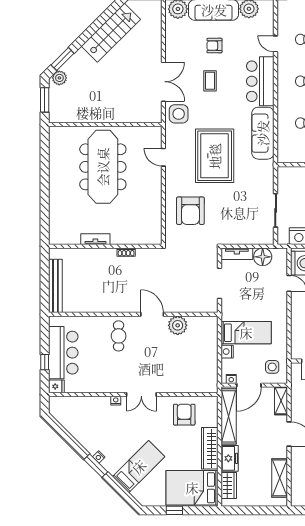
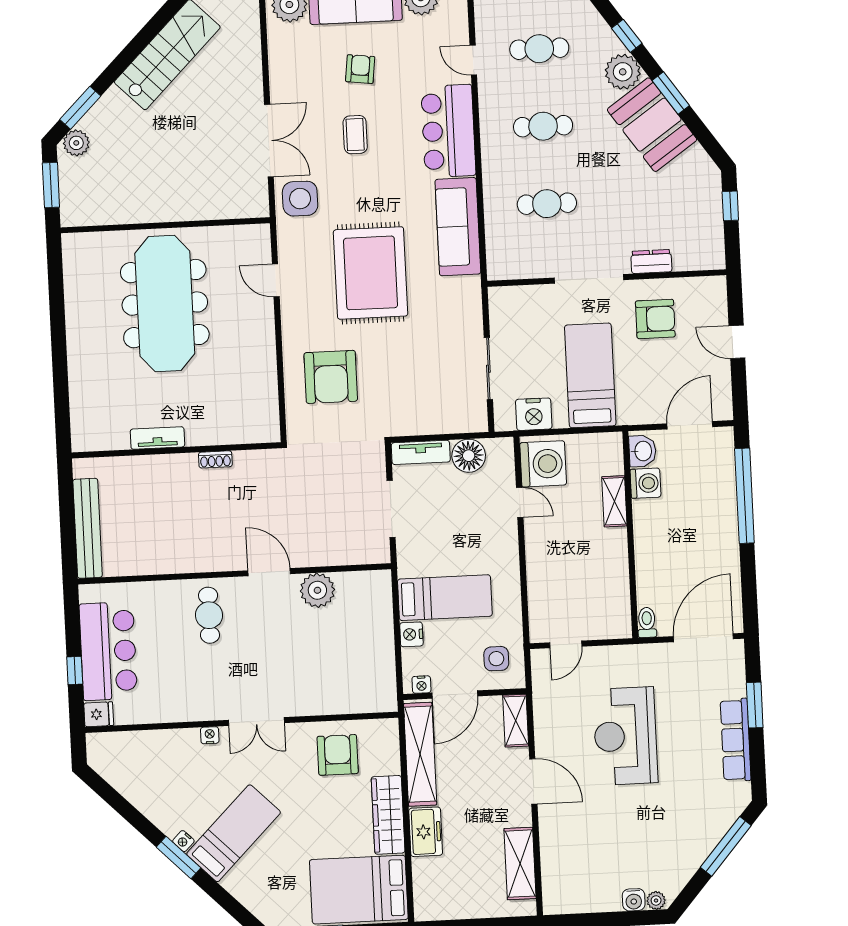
armchair: (214, 46) -> (360, 69), turned 97
bed: (139, 467) -> (234, 833), moved
wardrobe: (229, 486) -> (426, 882), removed

